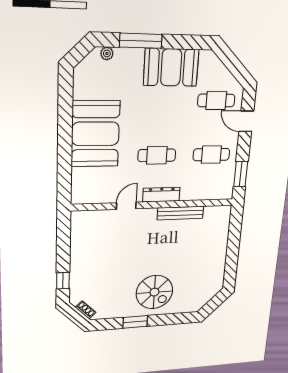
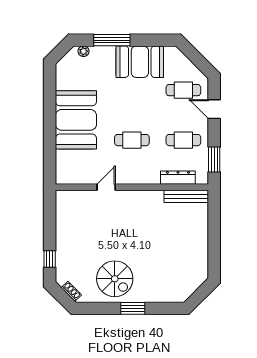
dresser: (161, 195) -> (178, 178), moved
bench: (180, 213) -> (186, 196), moved
spiral stairs: (154, 292) -> (115, 279), moved
window: (135, 322) -> (133, 308), moved

